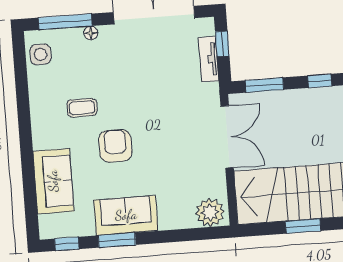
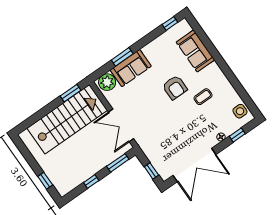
window: (65, 22) -> (237, 135), width x0.46
tv unit: (209, 59) -> (154, 159), removed
sofa: (126, 215) -> (131, 68), moved
window: (303, 226) -> (70, 93), moved
window: (117, 240) -> (122, 57), moved

